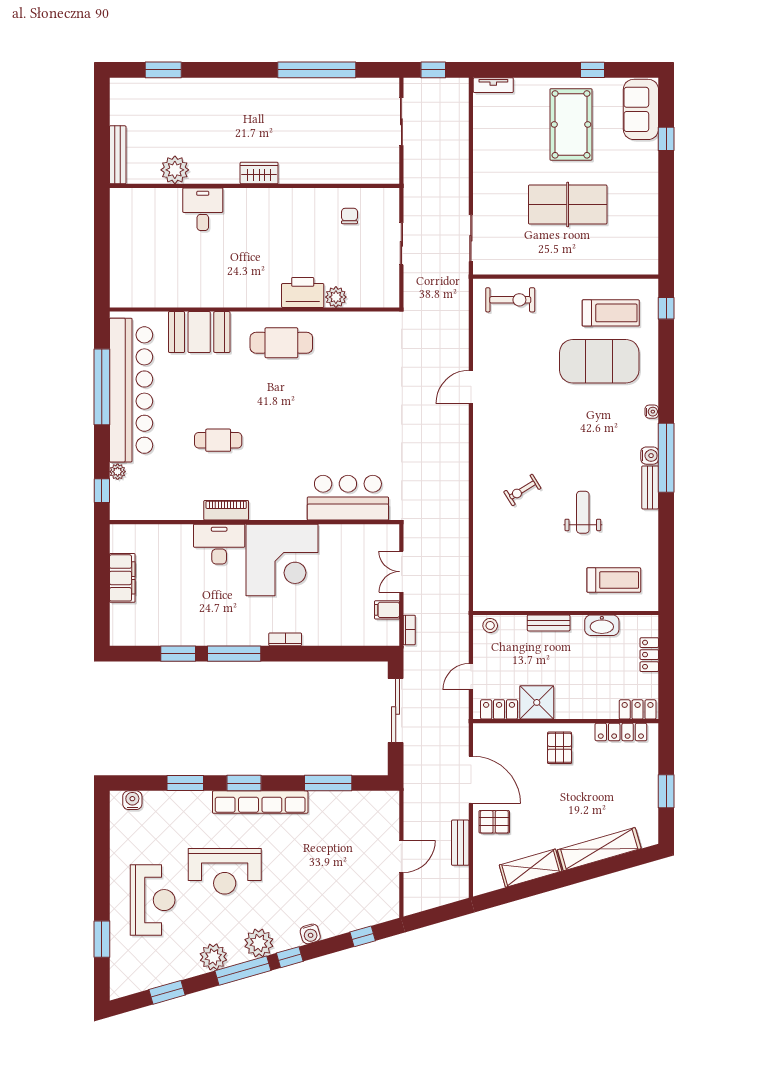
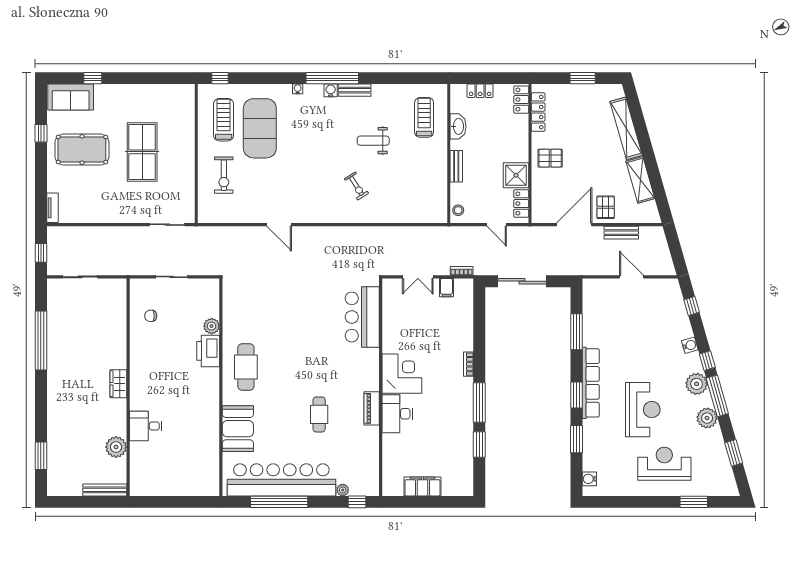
exercise bike: (510, 300) -> (224, 175), moved, turned 180
corner desk: (282, 560) -> (402, 374), width x0.74, depth x0.74

